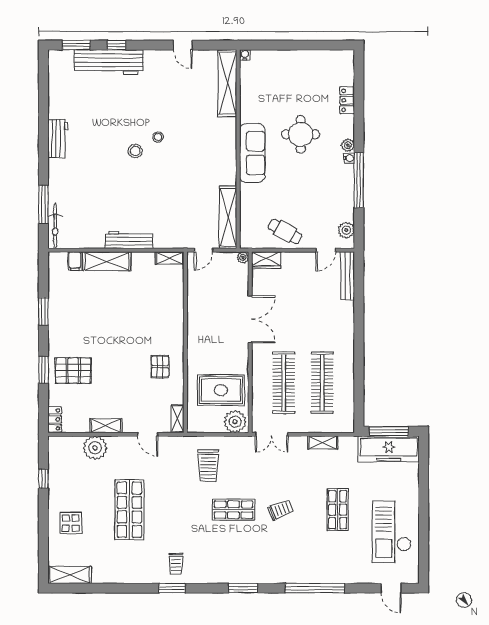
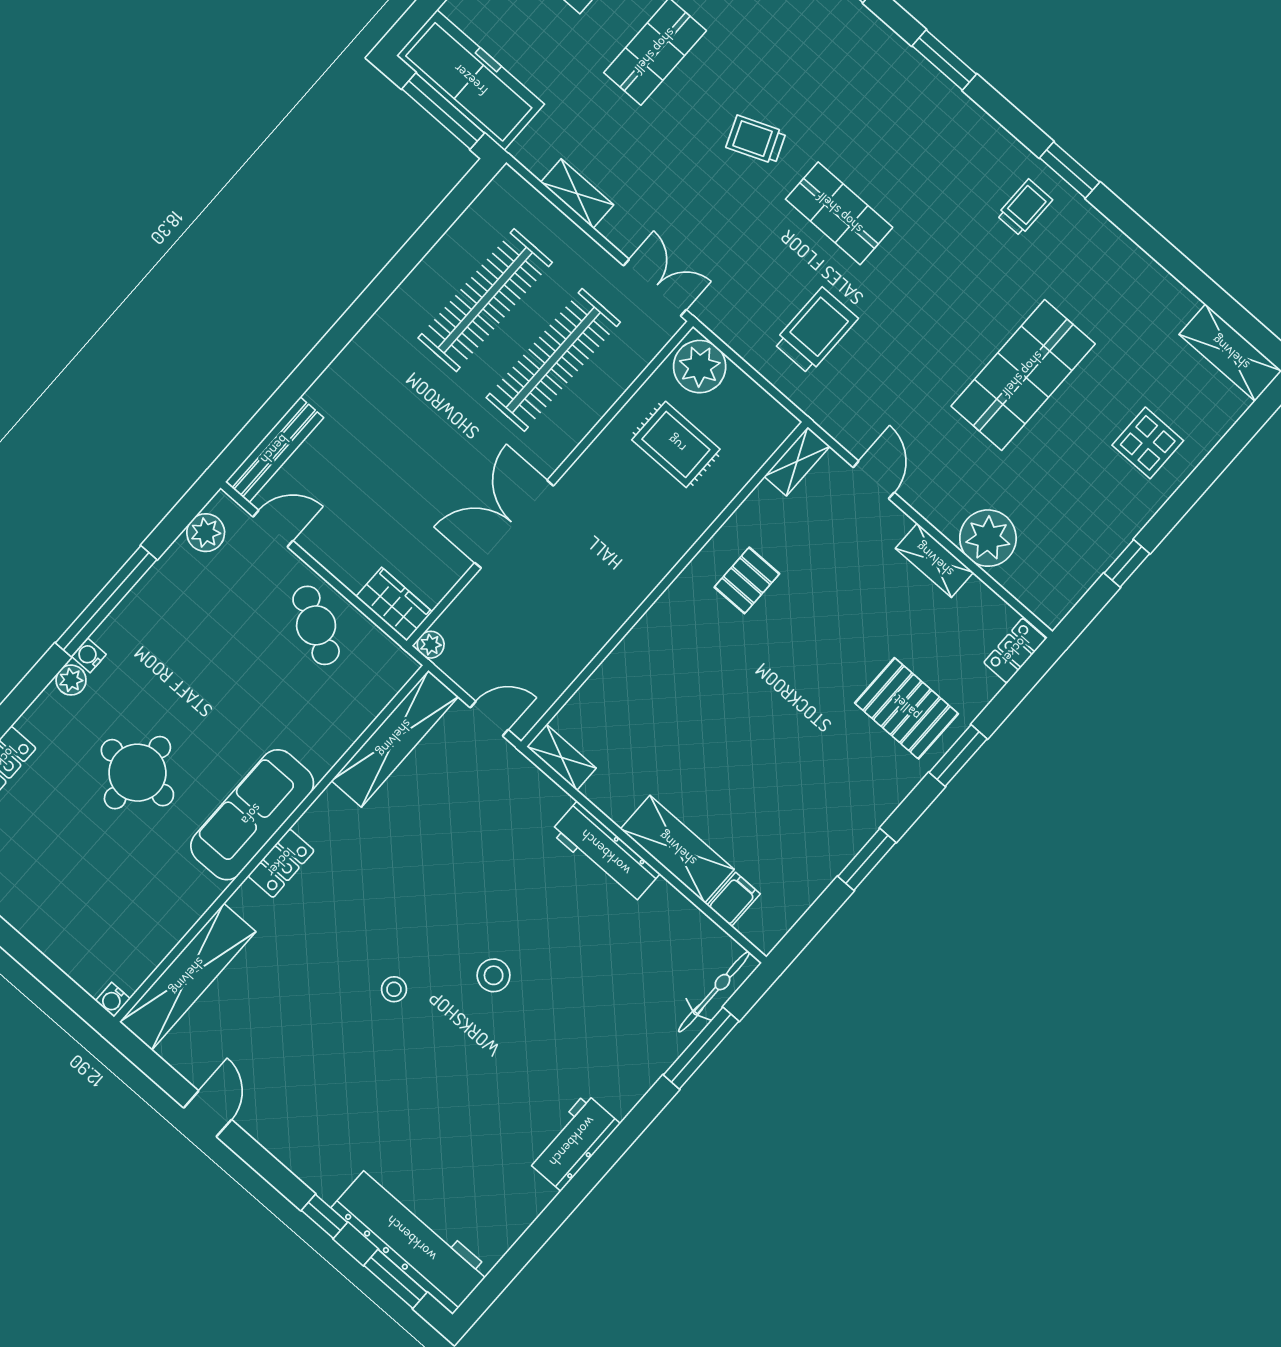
workbench: (108, 62) -> (411, 1239), moved
locker: (229, 146) -> (281, 863), added
stool: (135, 151) -> (494, 975), moved
rug: (221, 390) -> (676, 444), width x0.73, depth x0.70

